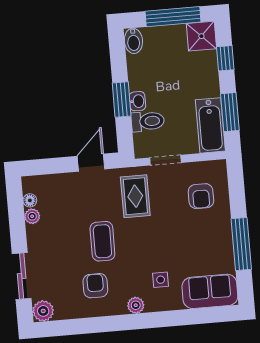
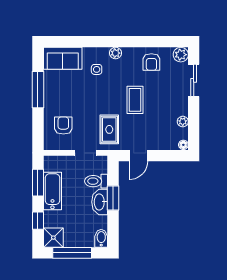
washbasin: (137, 101) -> (100, 202), width x1.91, depth x1.45
bathtub: (210, 125) -> (52, 191), moved
floor lamp: (30, 200) -> (183, 145), moved
armchair: (95, 286) -> (151, 62), moved

